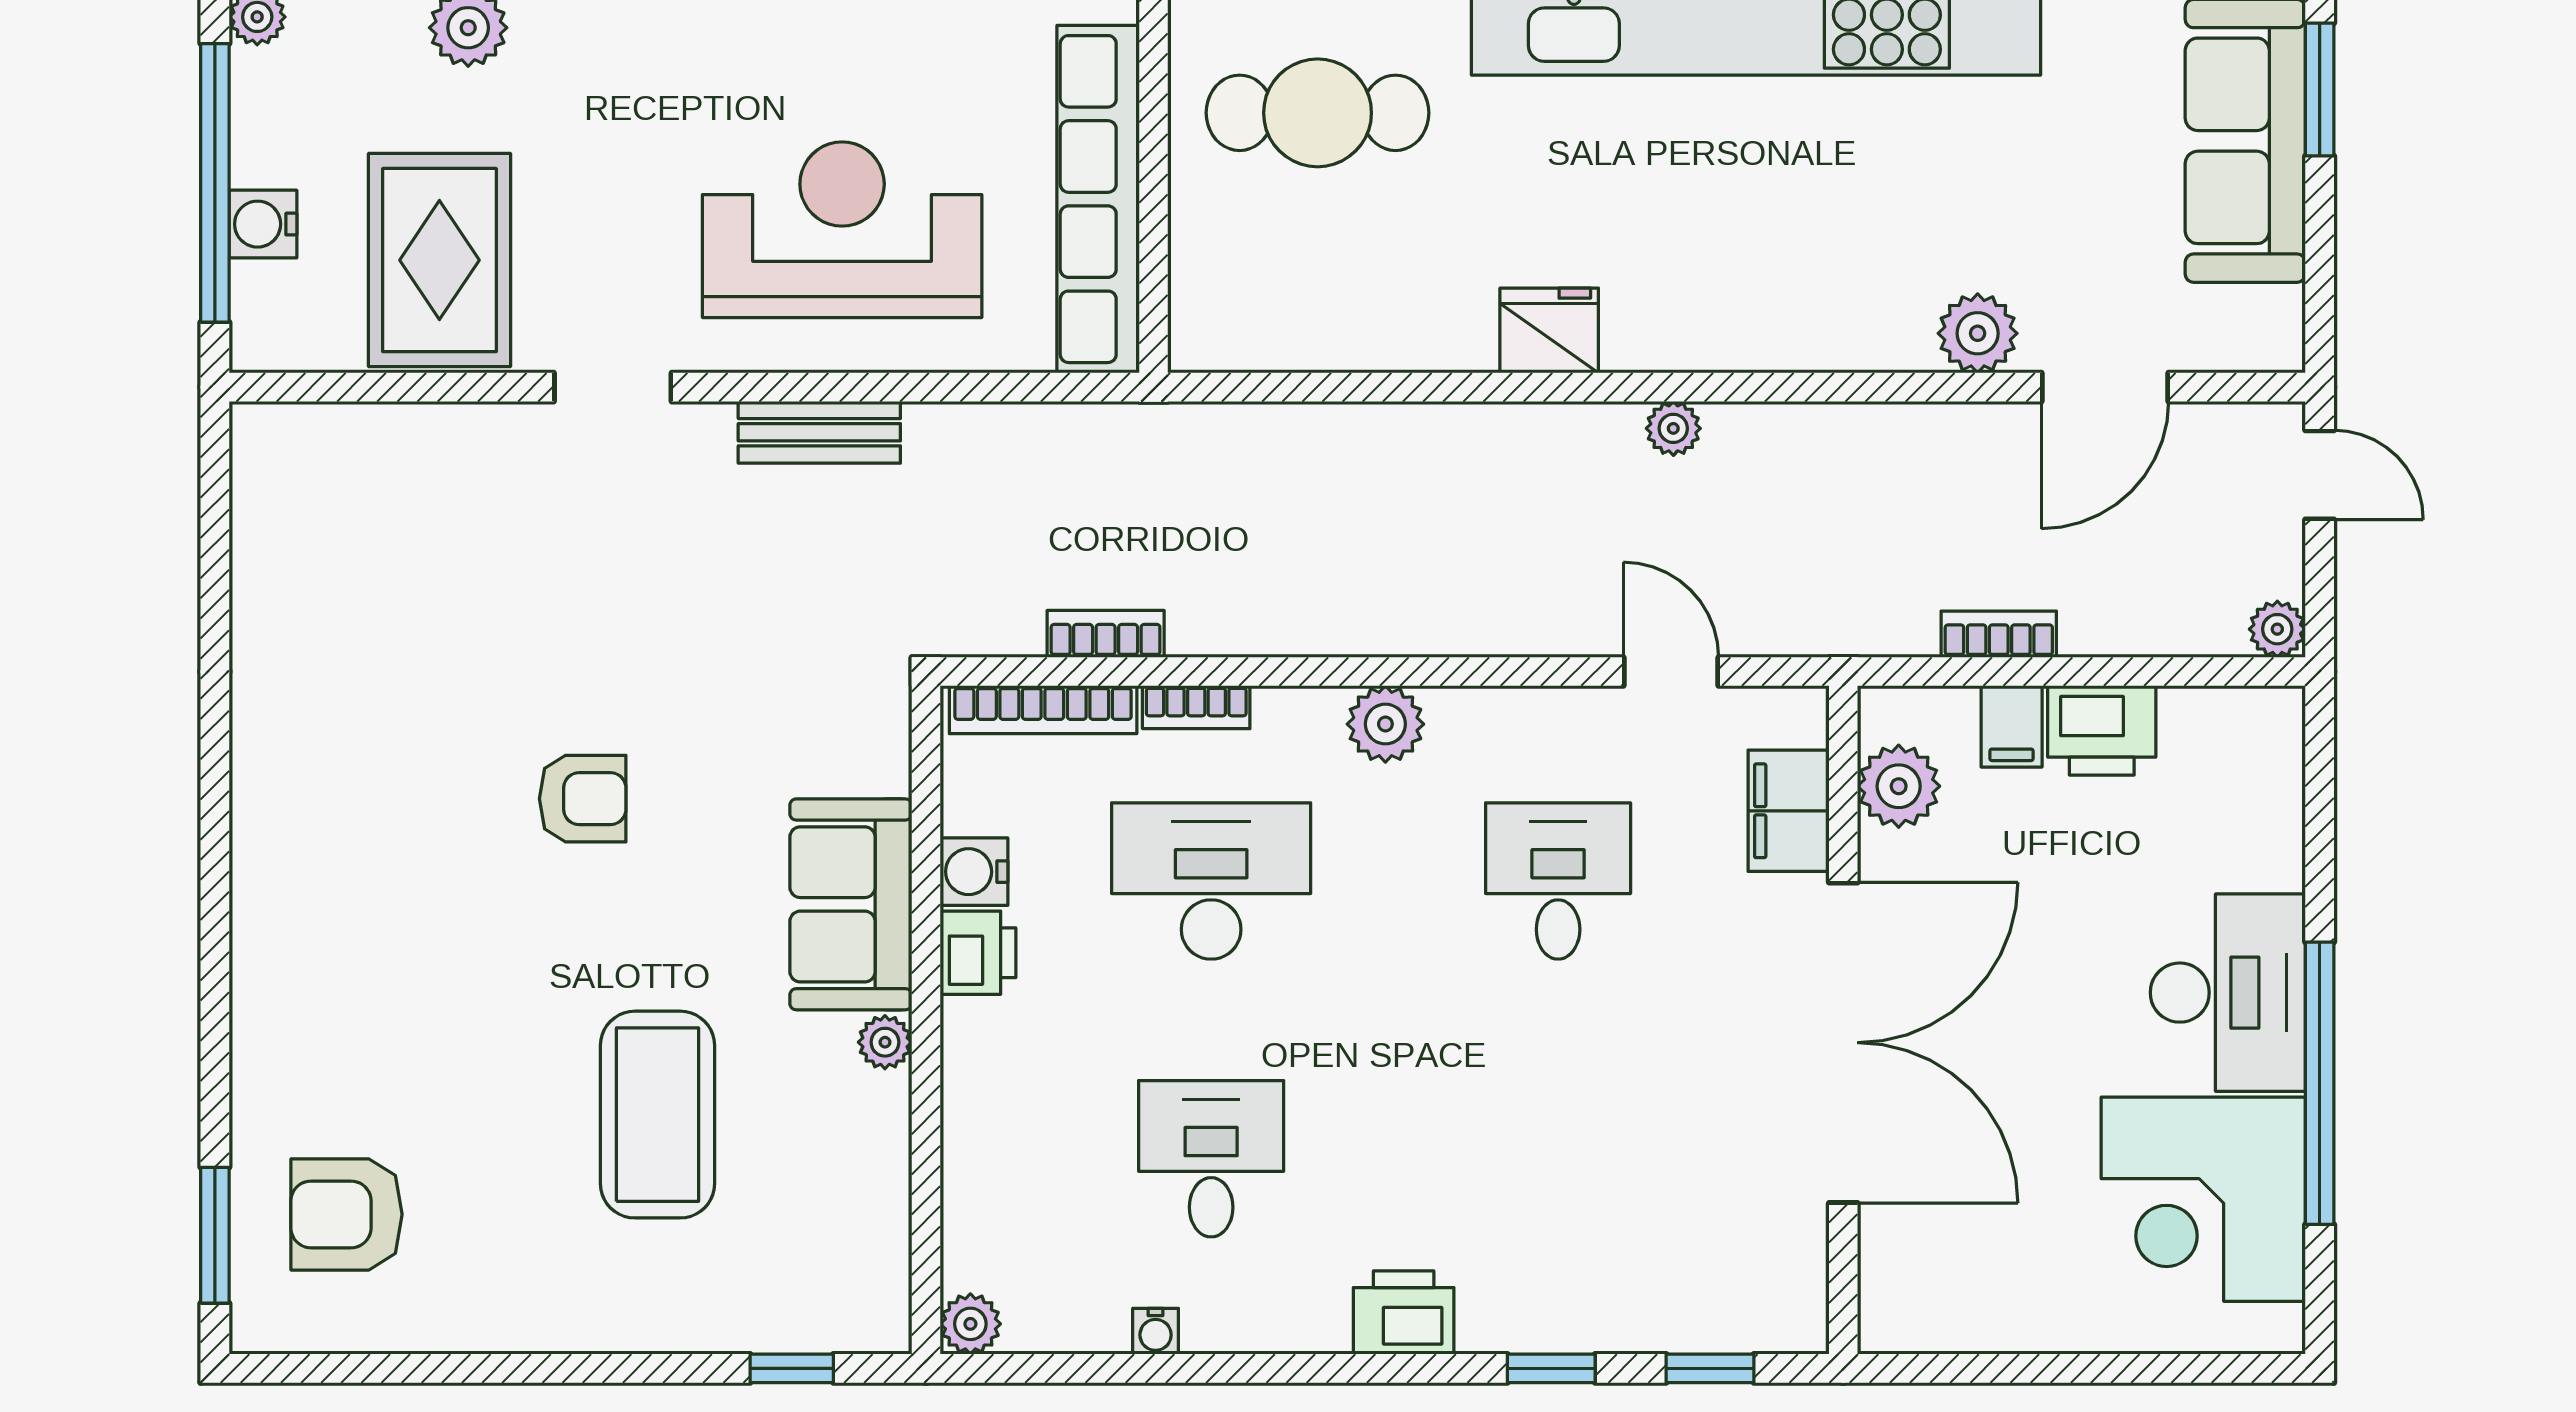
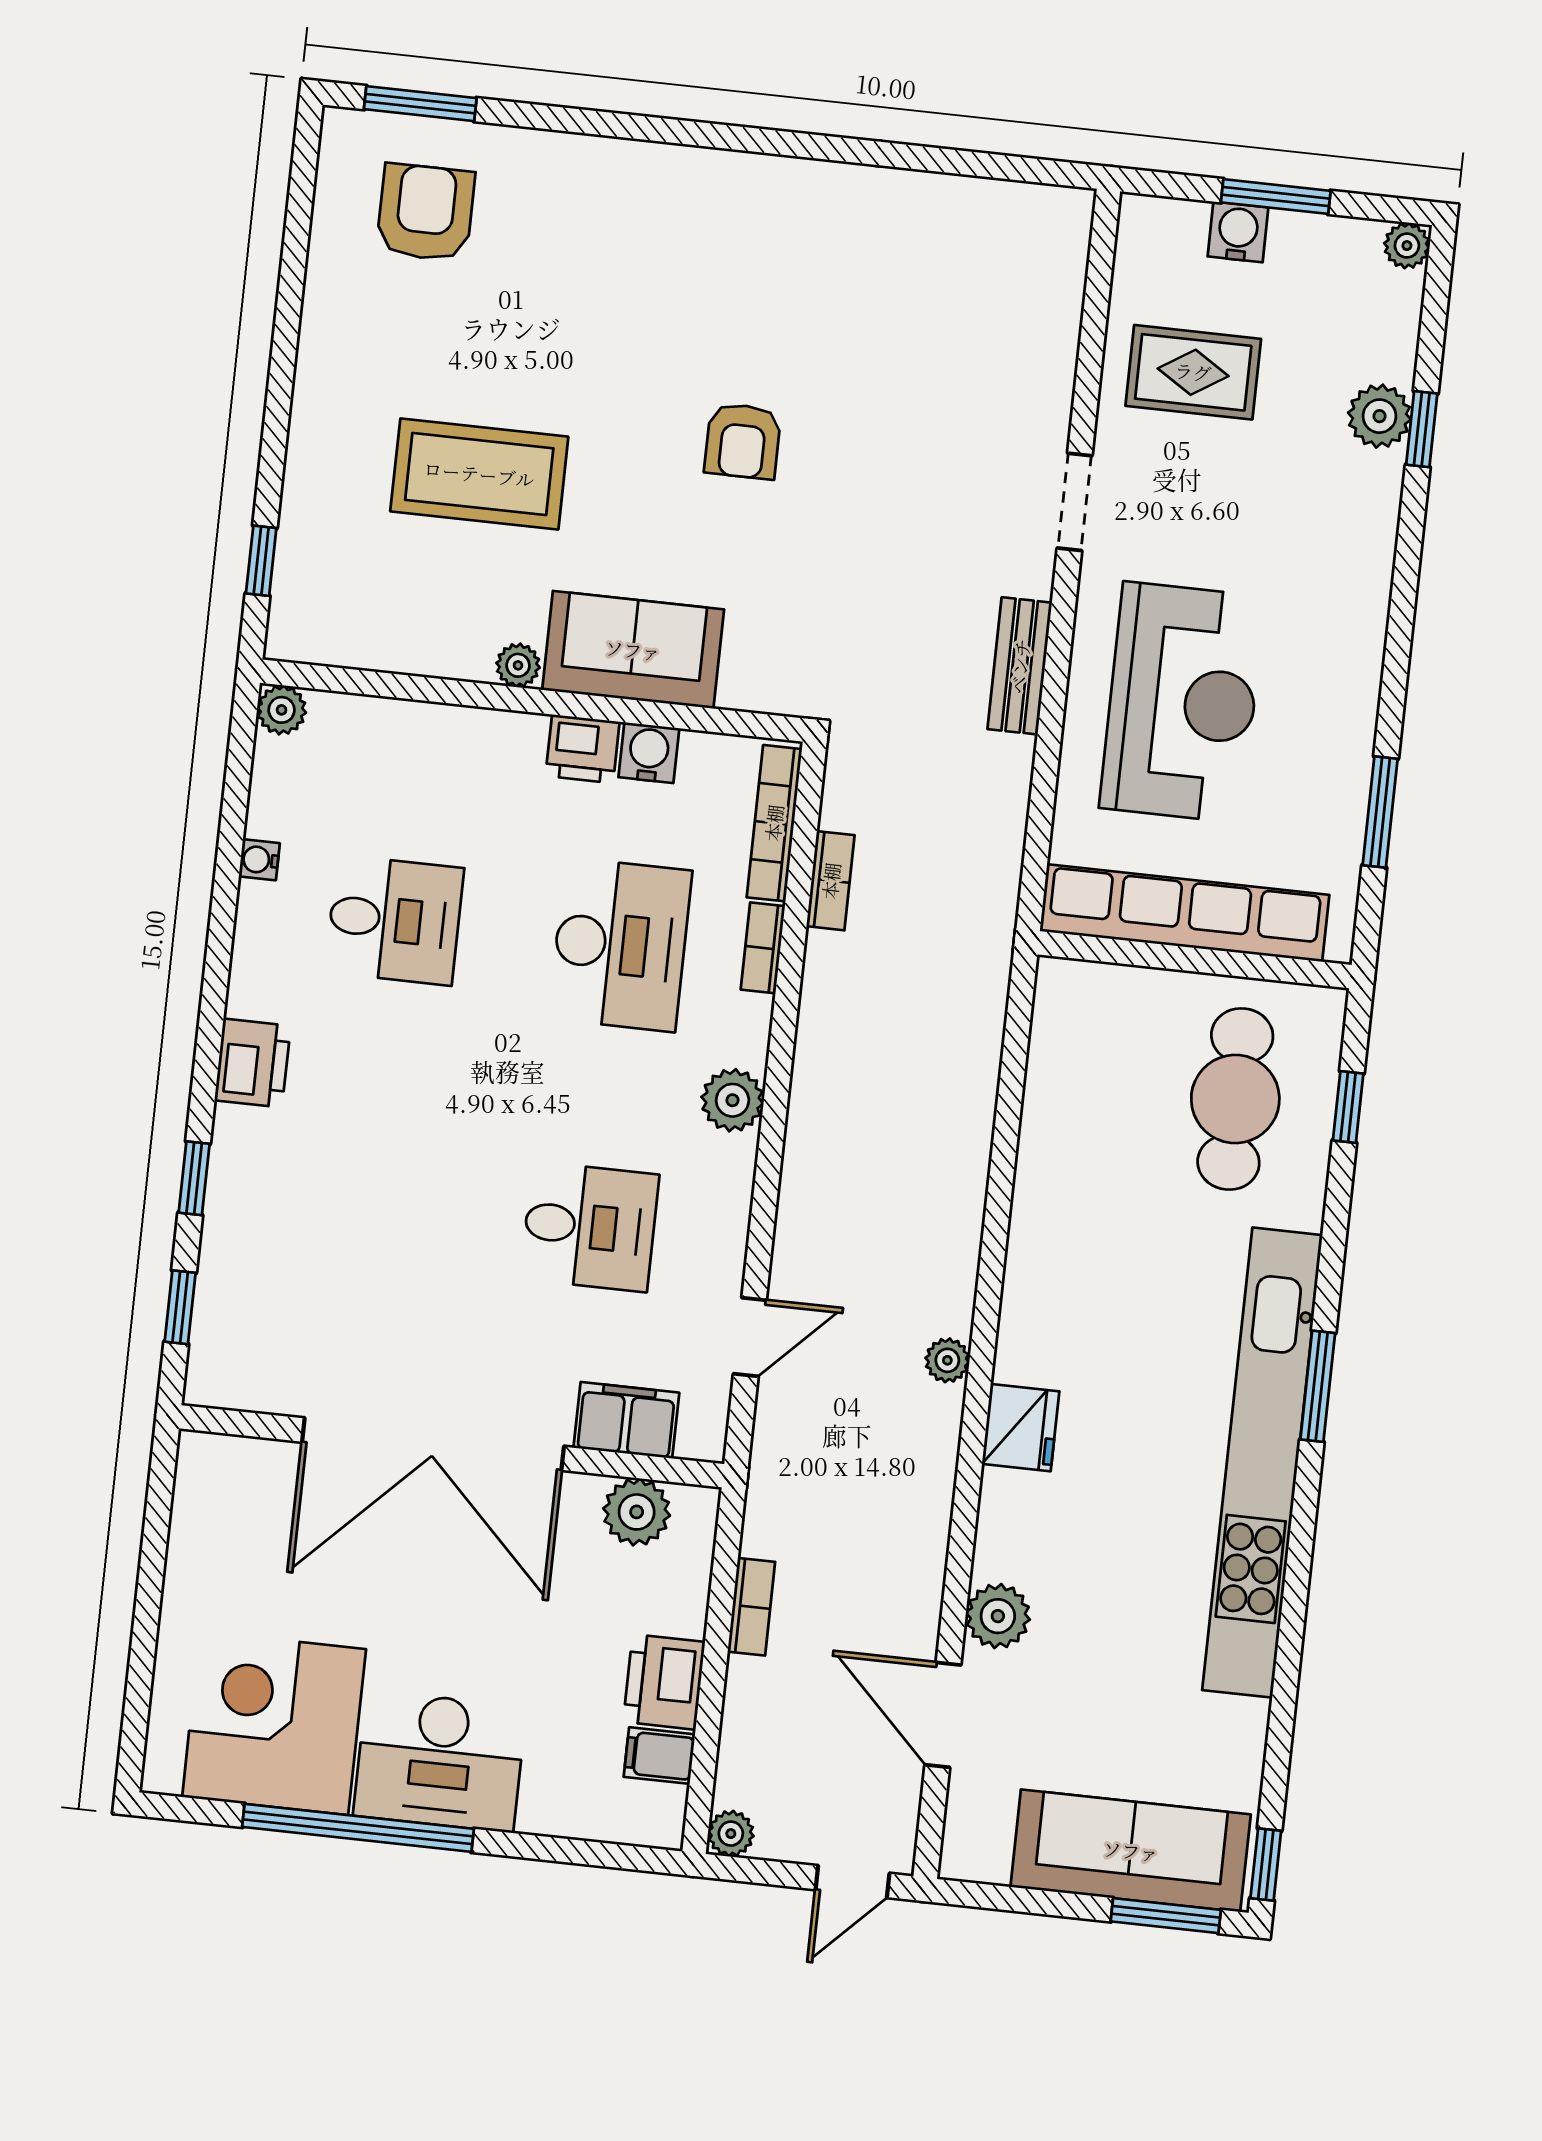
window: (215, 183) -> (1276, 197), width x0.47
rug: (439, 260) -> (1193, 372), width x0.73, depth x0.70
fridge: (1549, 330) -> (1021, 1428), moved
filing cabinet: (2012, 726) -> (659, 1756), moved

